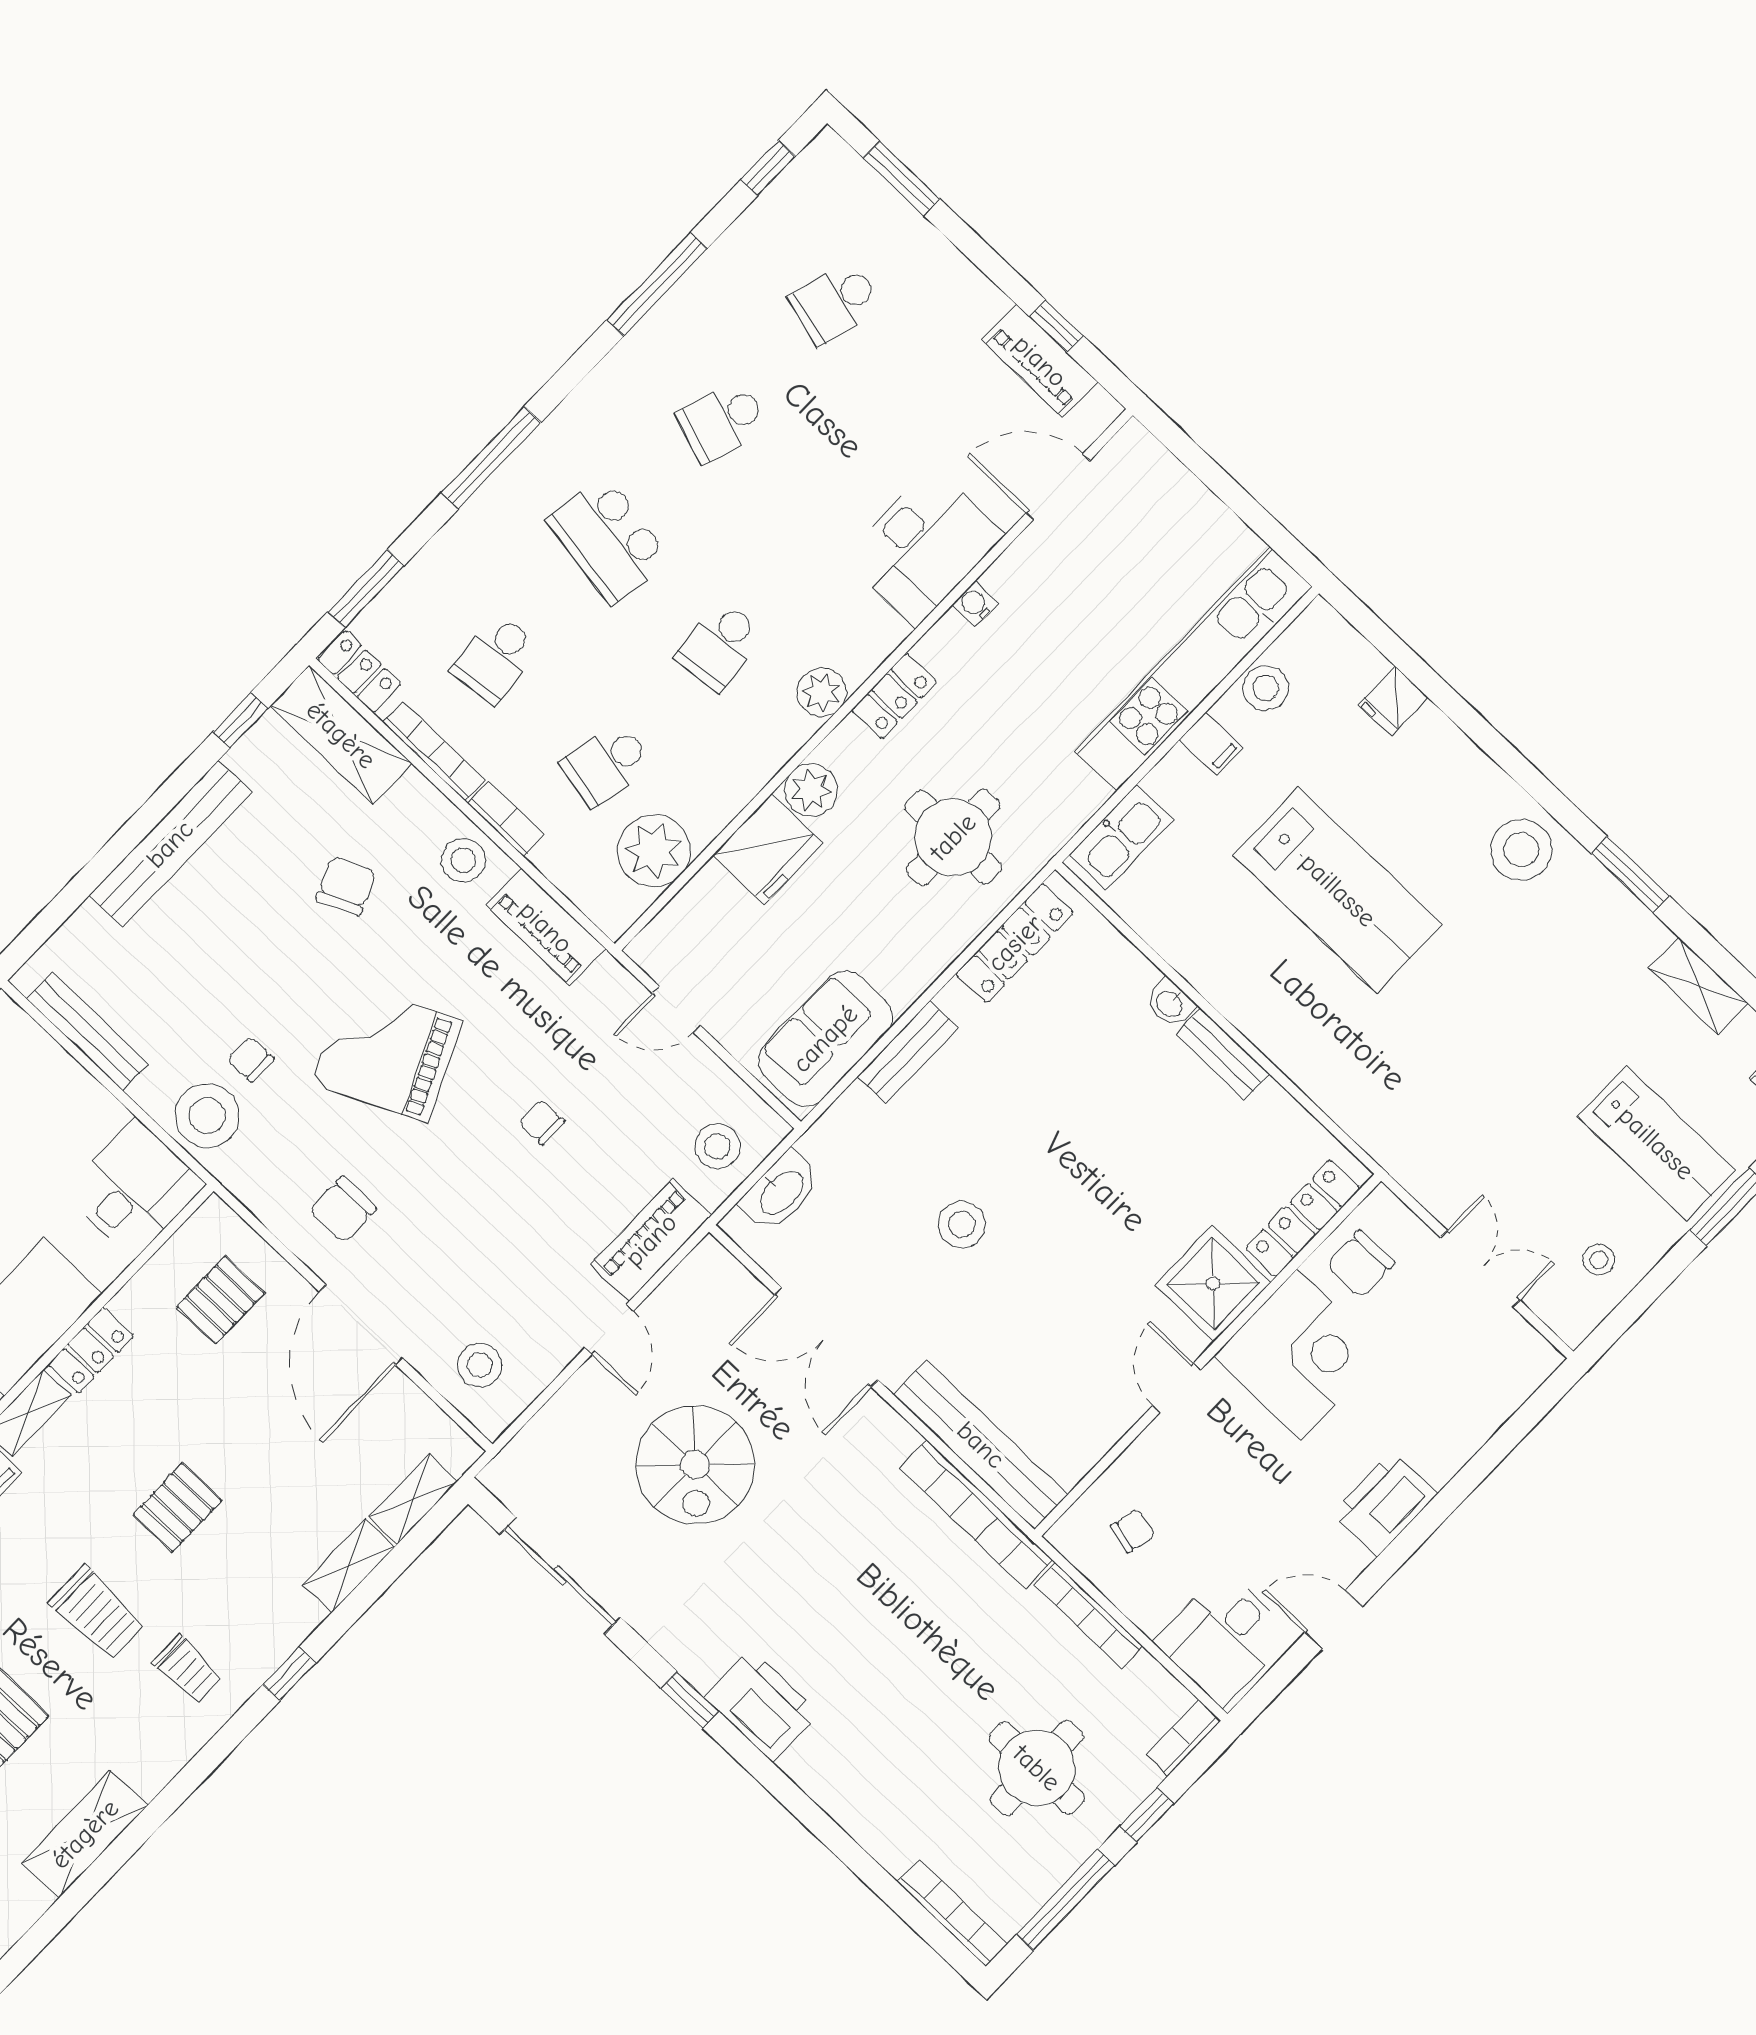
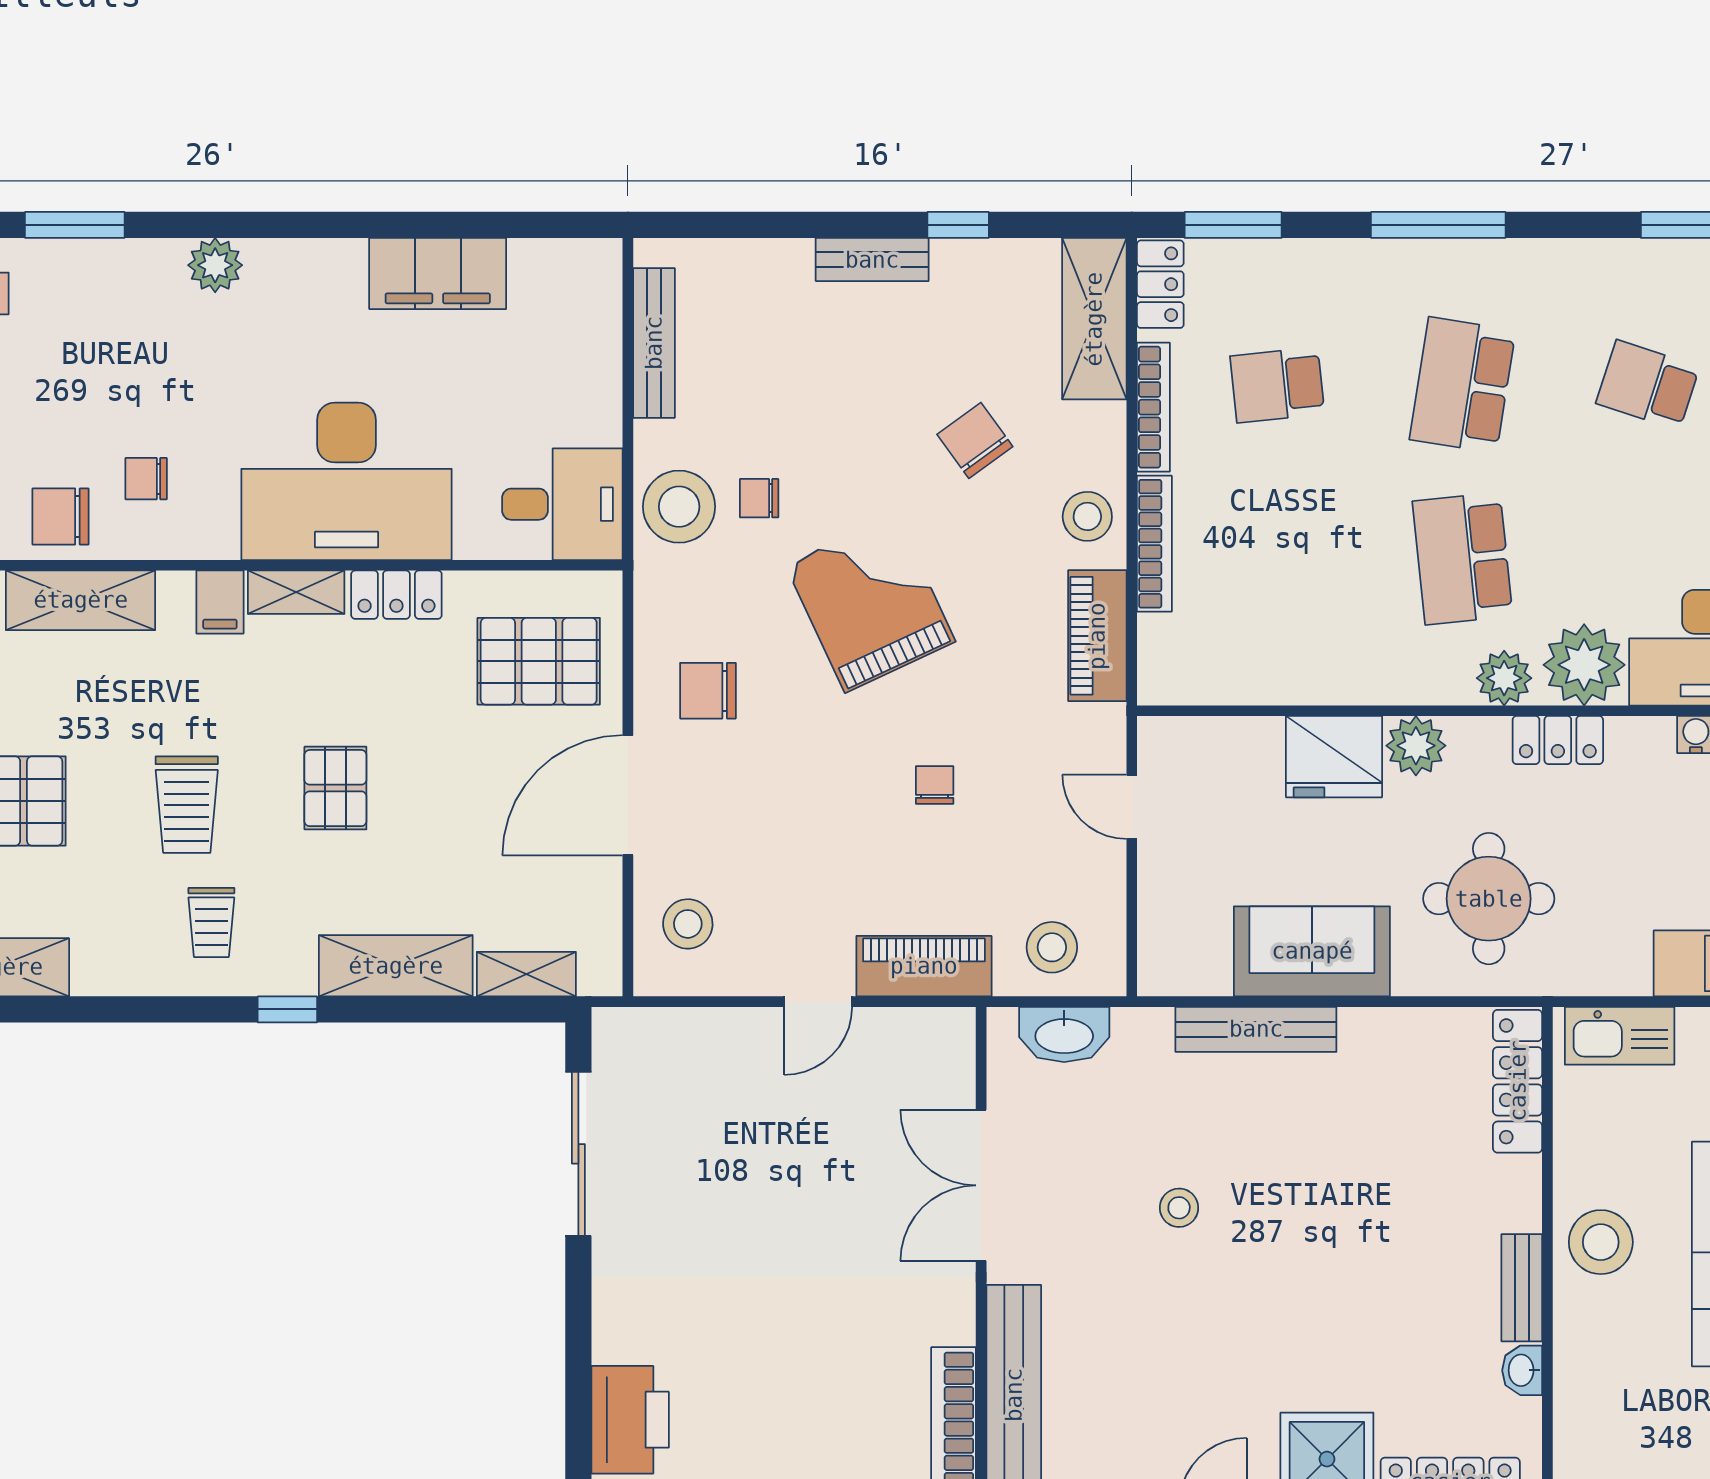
school desk: (720, 646) -> (1463, 559), width x1.85
window: (240, 720) -> (958, 225), moved
school desk: (606, 764) -> (1277, 559), removed
bookcase: (506, 819) -> (1154, 544), width x1.56
bench: (170, 844) -> (872, 260), width x0.54, depth x0.82
plant: (654, 851) -> (1584, 665), moved
chair: (346, 886) -> (975, 440), turned -103
locker: (1015, 943) -> (1518, 1081), moved, turned 90
stool: (1242, 975) -> (1601, 1242), added
washbasin: (1170, 1003) -> (1522, 1370), moved
sofa: (825, 1039) -> (1312, 951), moved
bench: (908, 1052) -> (1256, 1029), width x1.36
chair: (251, 1059) -> (759, 498), turned -90
stool: (962, 1224) -> (1179, 1208), width x0.73, depth x0.73
pallet: (220, 1300) -> (539, 661), width x1.50, depth x1.42
spiral stairs: (695, 1465) -> (775, 1178), removed
pallet: (177, 1508) -> (335, 788), turned 90
shelving: (349, 1566) -> (396, 966), width x1.50, depth x1.33
window: (690, 1700) -> (578, 1357), removed

